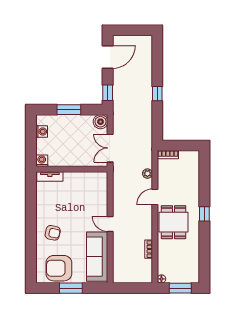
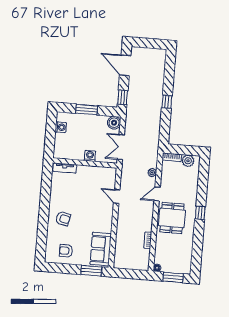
door: (108, 57) -> (125, 65), swing flipped
plant: (186, 157) -> (188, 161), added
washing machine: (42, 161) -> (90, 156), moved
door: (110, 224) -> (117, 197), moved
sofa: (97, 257) -> (101, 249), width x0.73
armchair: (59, 268) -> (66, 251), width x0.53, depth x0.53
window: (71, 288) -> (91, 271), moved

